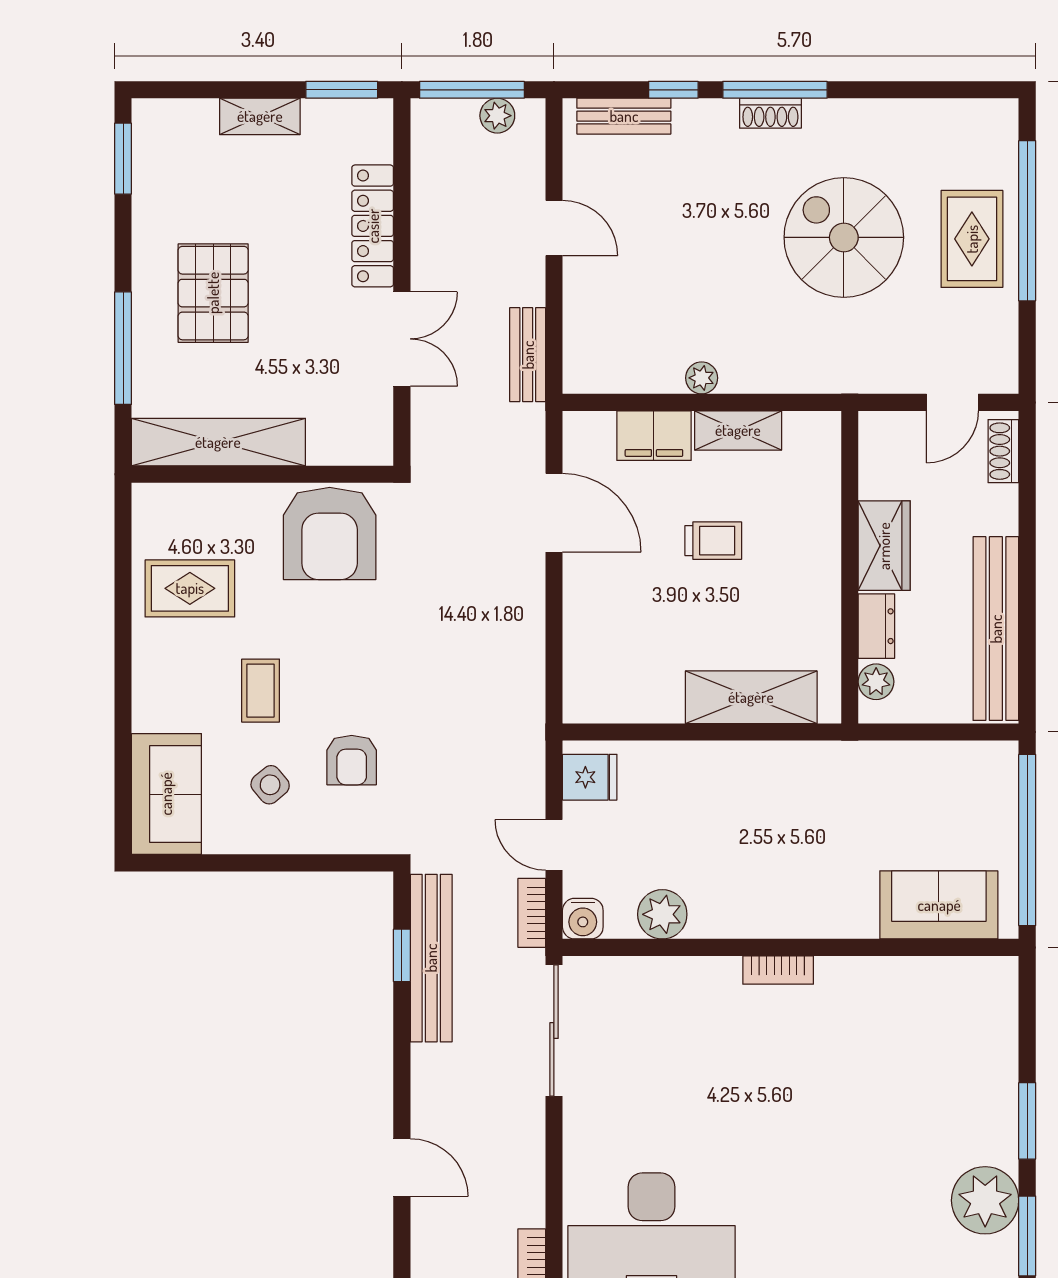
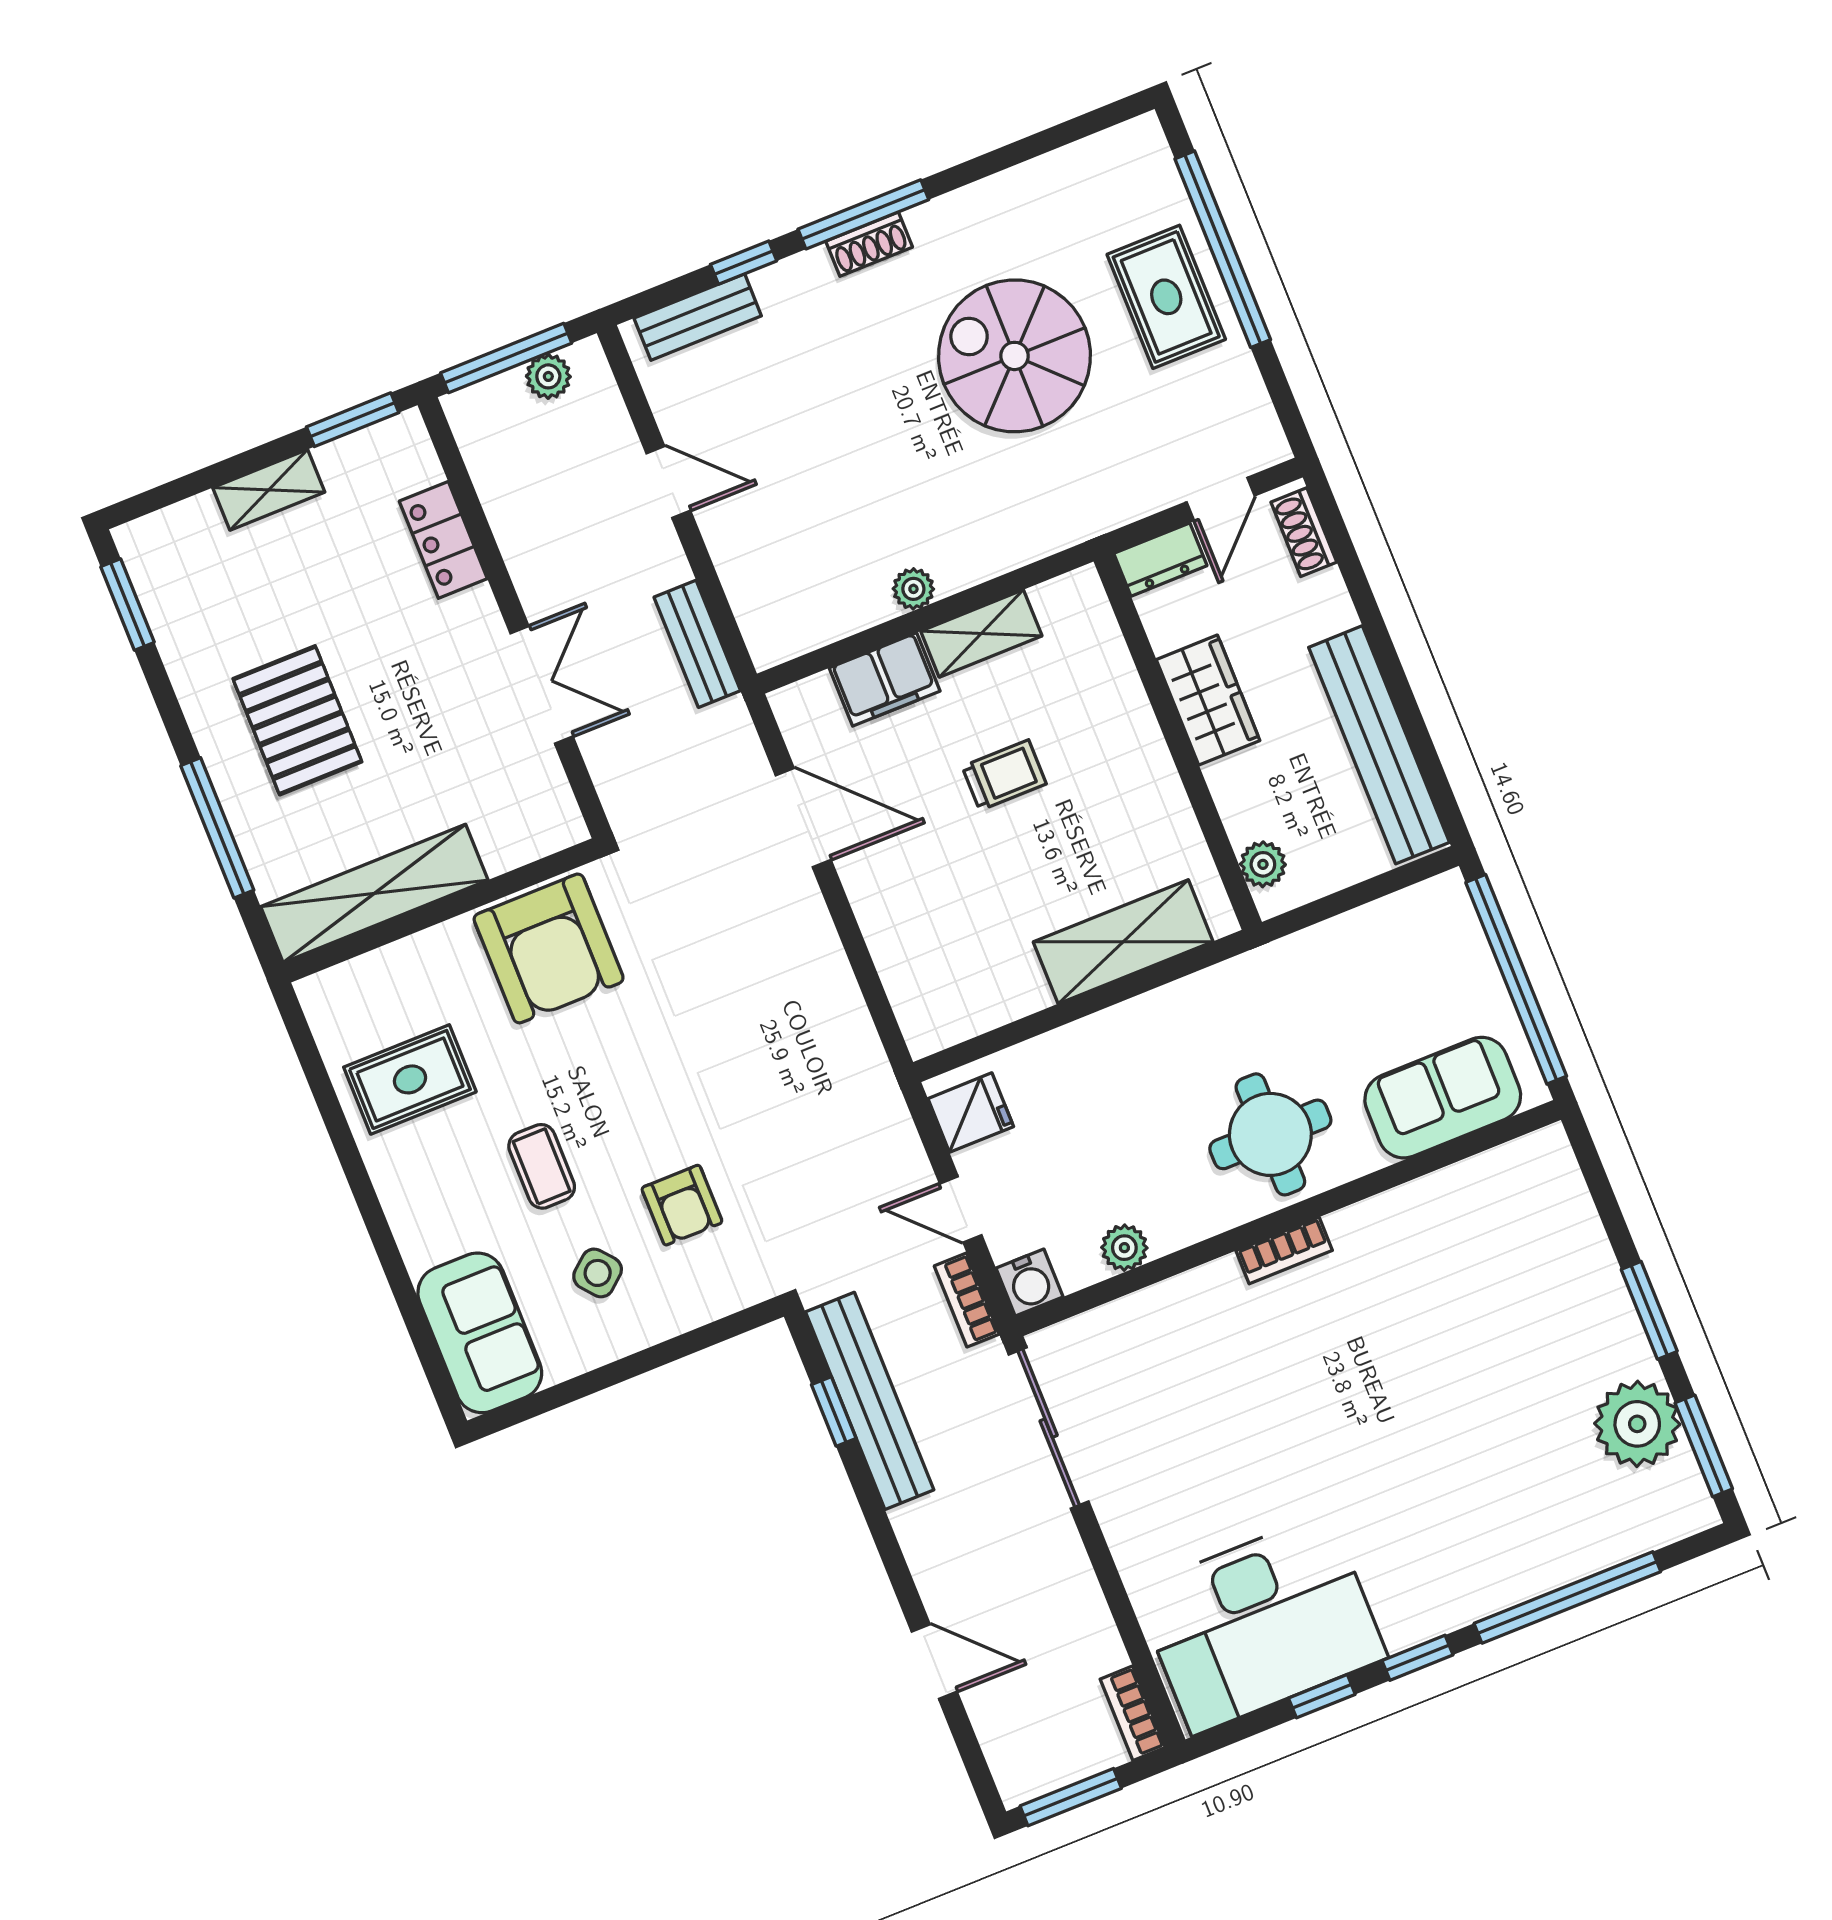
locker: (373, 226) -> (443, 540), width x0.66
dresser: (876, 626) -> (1160, 560), moved, turned 90
round table: (802, 881) -> (1270, 1134), added
plant: (662, 914) -> (1124, 1248), width x0.73, depth x0.73

